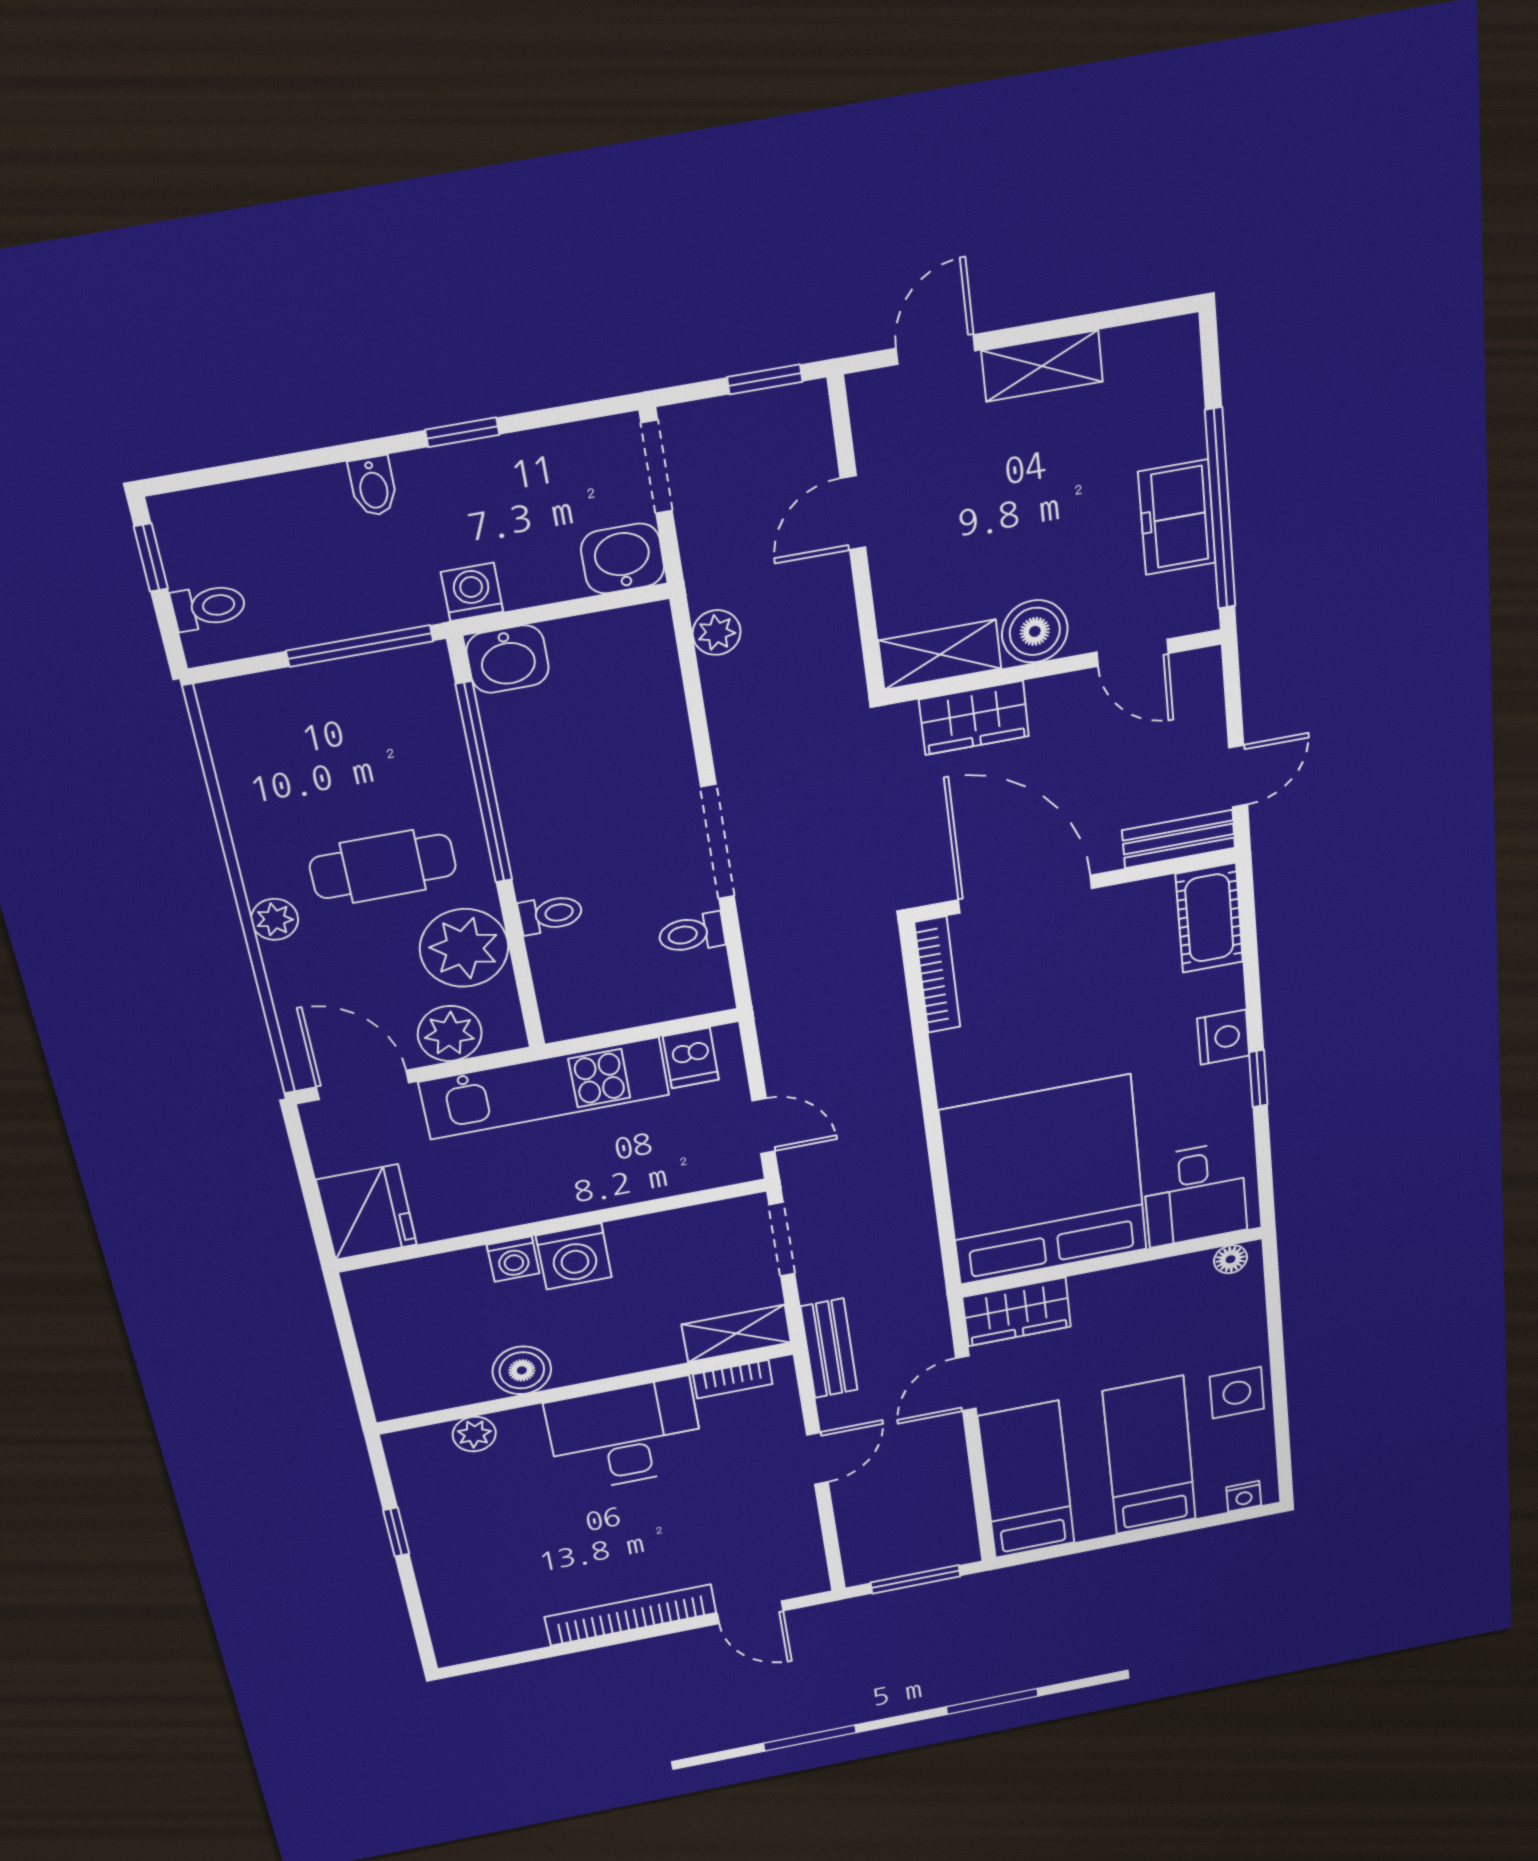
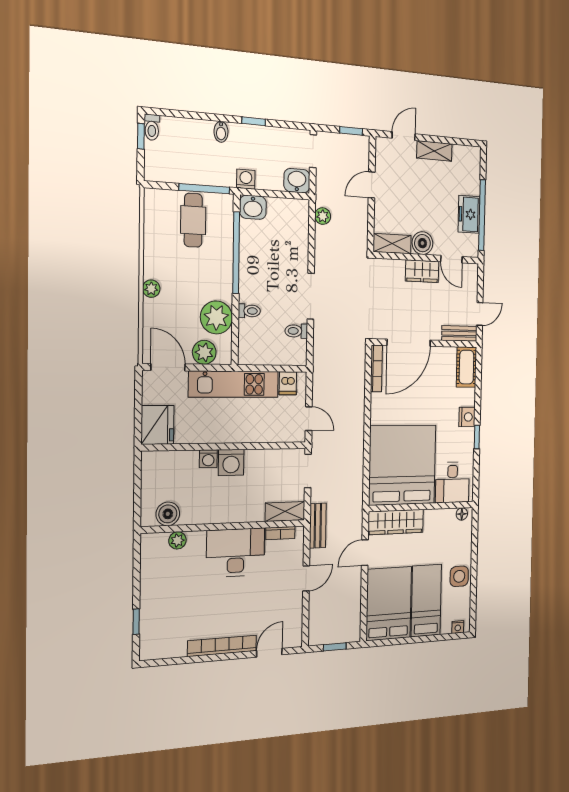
toilet: (209, 607) -> (152, 127), moved, turned 90
wardrobe: (974, 718) -> (422, 271), moved
cafe table: (383, 866) -> (193, 220), moved, turned 90
door: (1025, 894) -> (409, 343), swing flipped
wardrobe: (1017, 1312) -> (396, 522), width x1.50
boiler: (522, 1370) -> (168, 514), moved
bed: (1027, 1480) -> (389, 604), width x1.50
window: (396, 1532) -> (136, 622), moved
window: (915, 1579) -> (335, 647), width x0.67
door: (750, 1612) -> (269, 653), swing flipped

